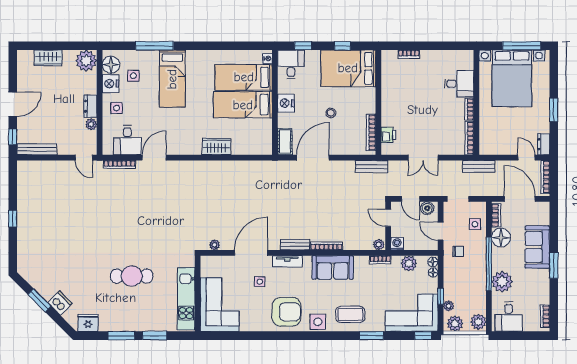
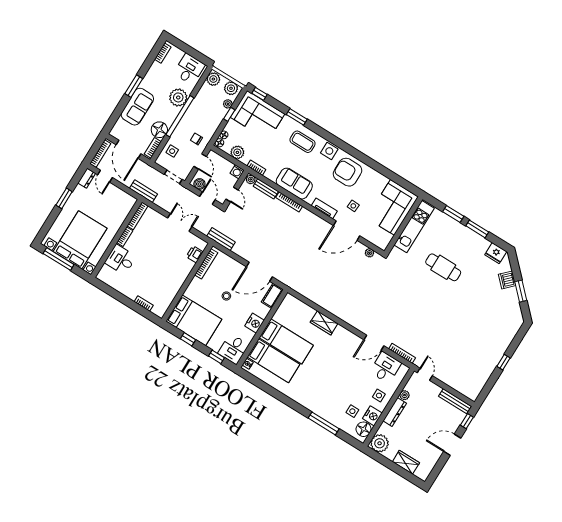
bed: (172, 79) -> (325, 392), removed
dresser: (91, 106) -> (395, 412), width x1.44
bench: (295, 245) -> (266, 189), moved

